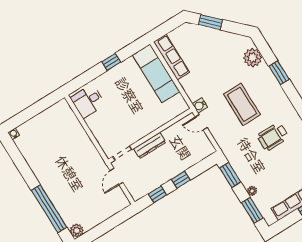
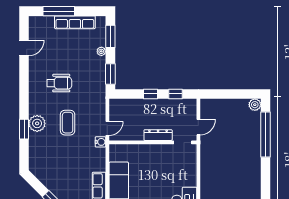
plant: (253, 58) -> (37, 123), moved
coffee table: (242, 104) -> (68, 123), width x0.73, depth x0.76
door: (201, 122) -> (107, 128), hinge flipped

